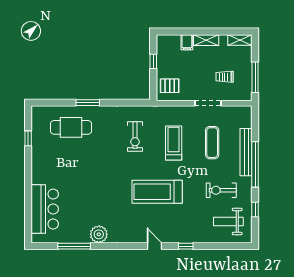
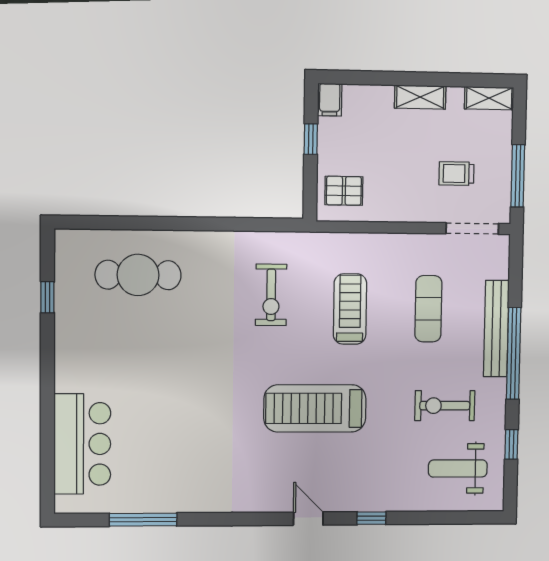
filing cabinet: (187, 42) -> (330, 100), moved
window: (88, 103) -> (173, 224), removed
doorway: (208, 103) -> (472, 229), moved
plant: (99, 234) -> (194, 495), removed

